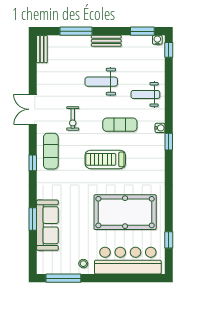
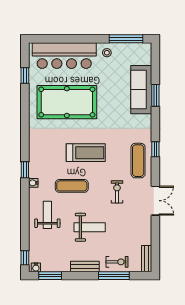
exercise bike: (73, 46) -> (117, 262), added
weight bench: (145, 94) -> (47, 215), turned -90

